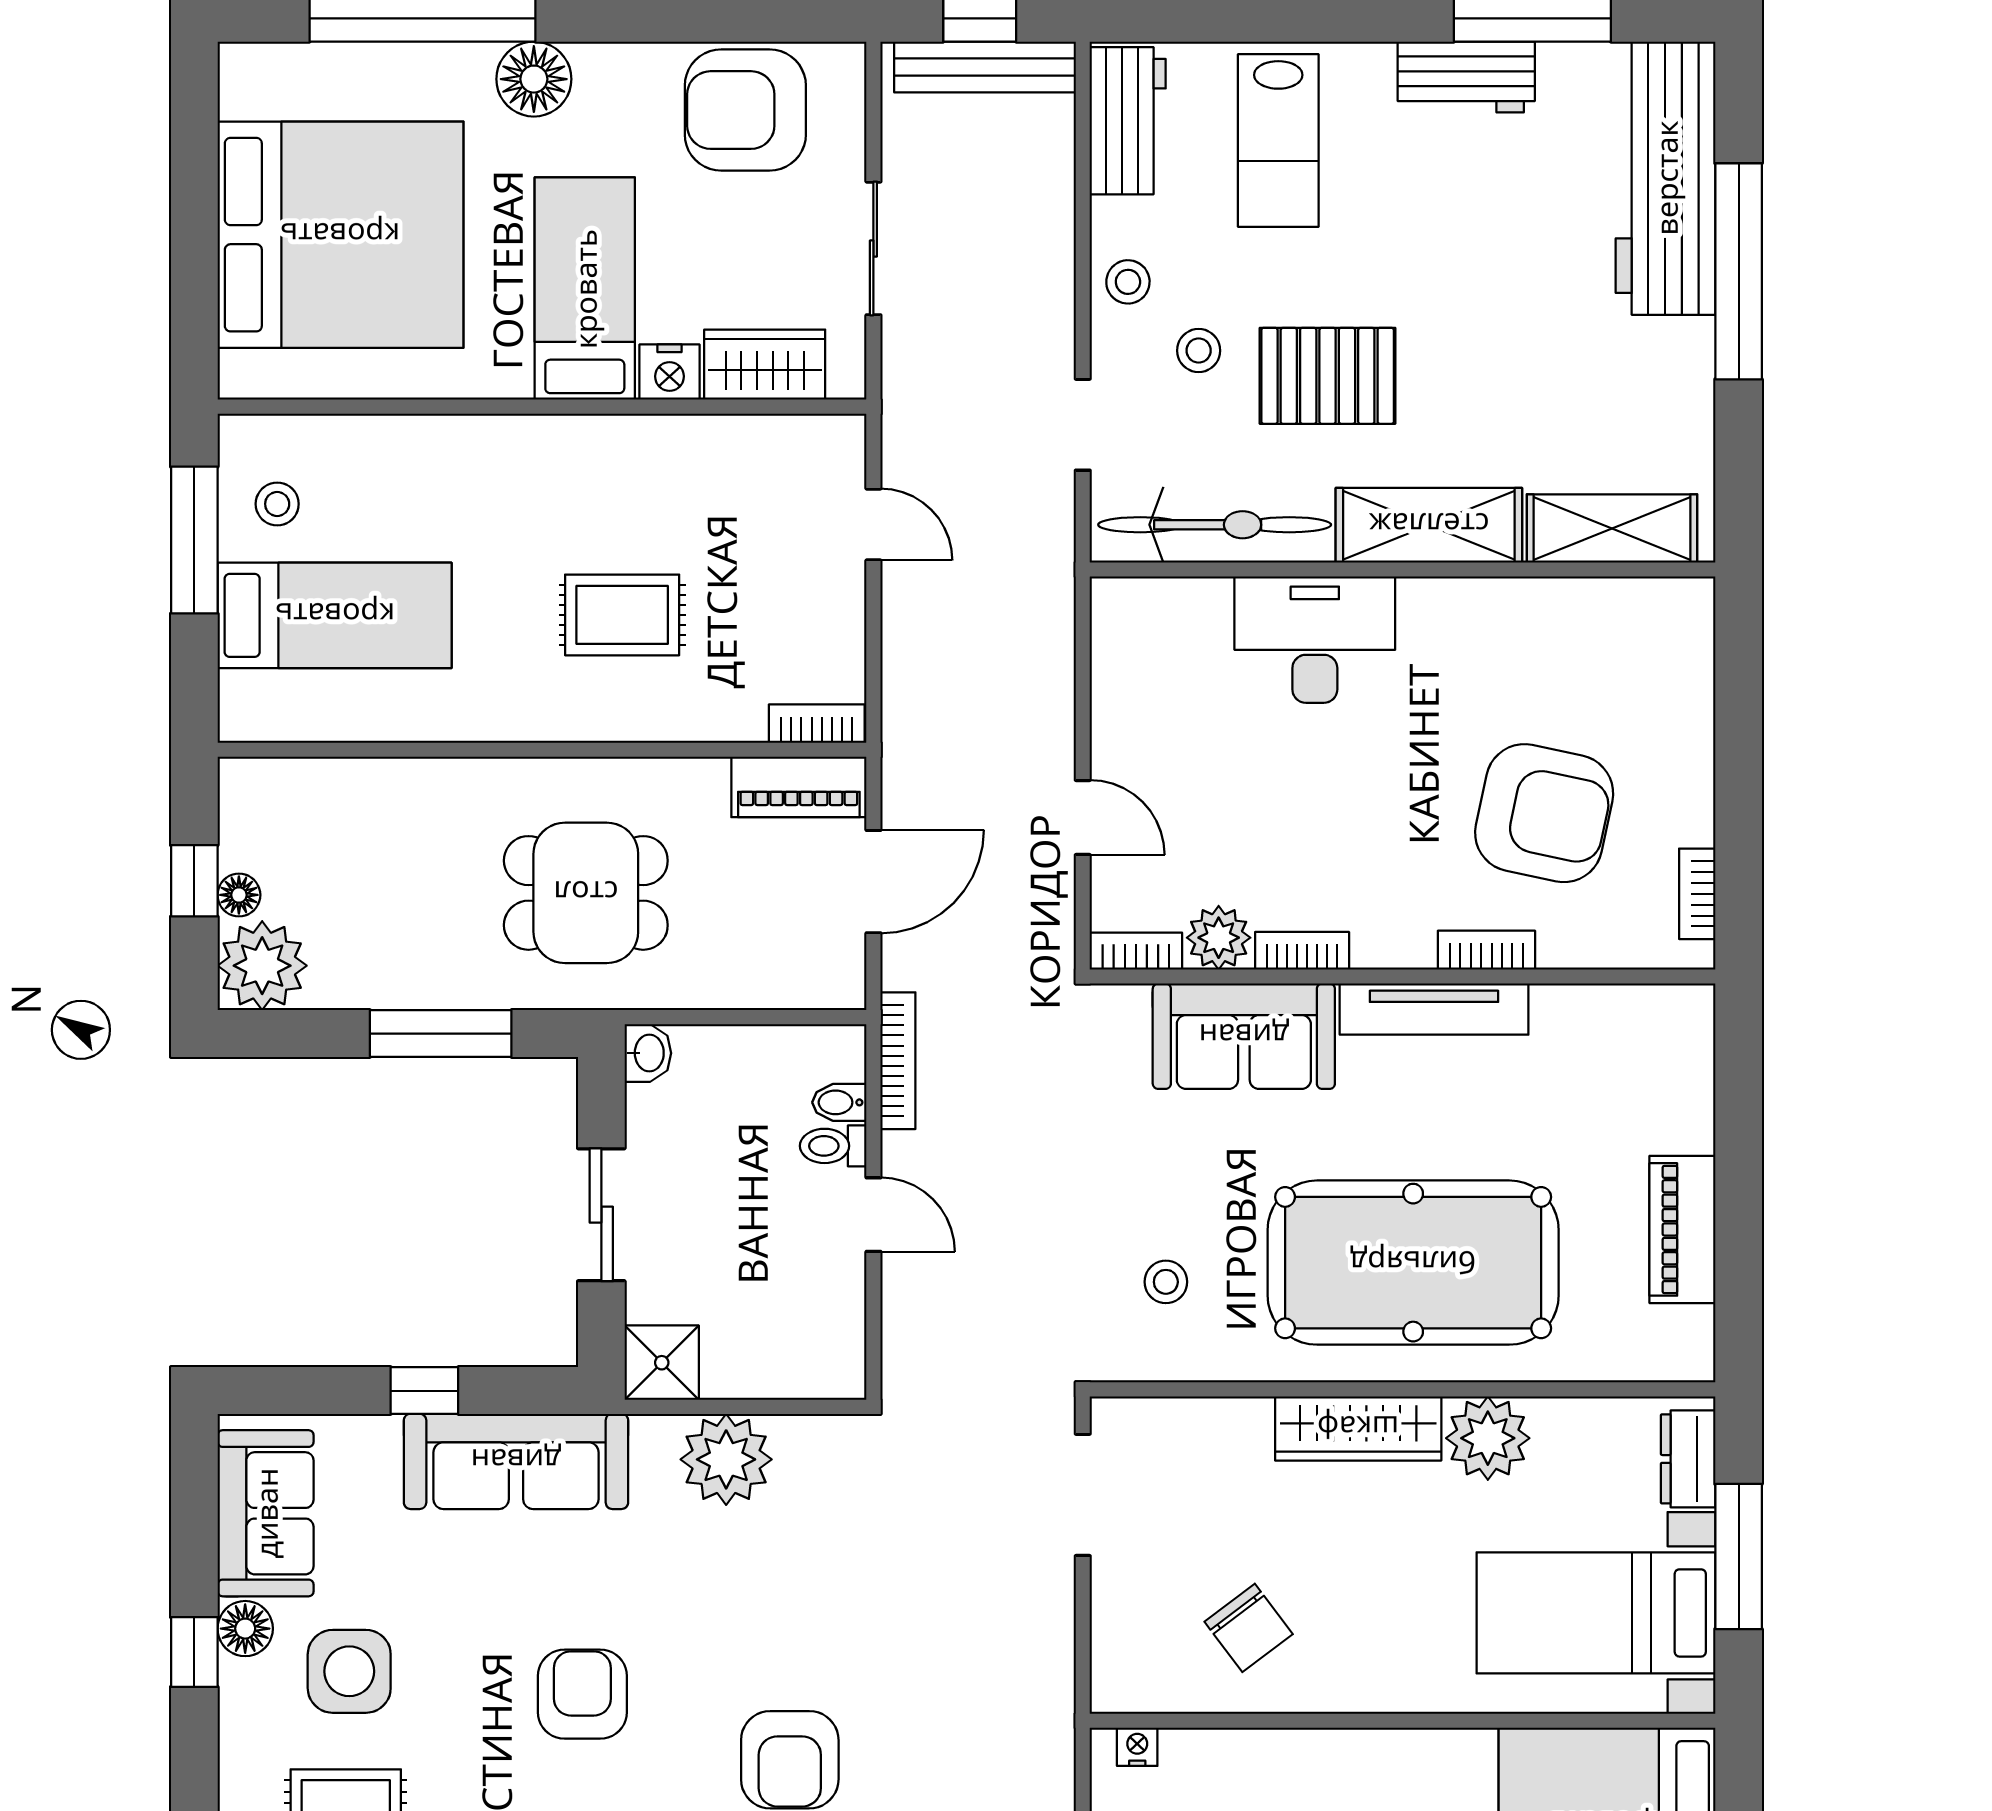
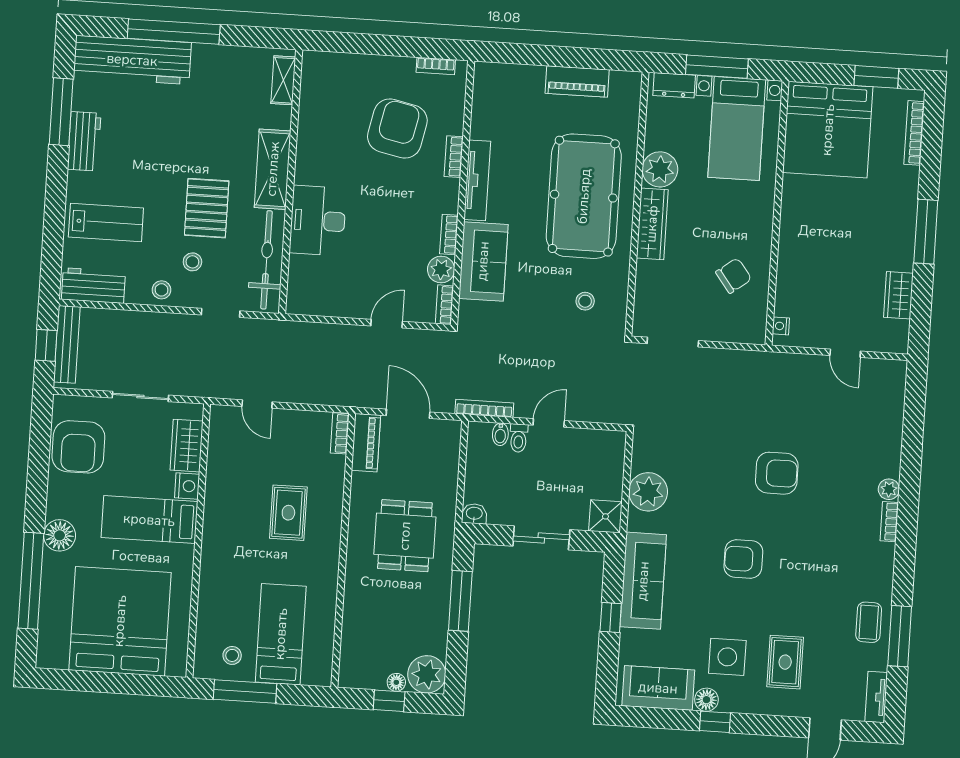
door: (873, 525) -> (257, 404), swing flipped
shelving: (1612, 528) -> (283, 80), width x0.67, depth x0.75

